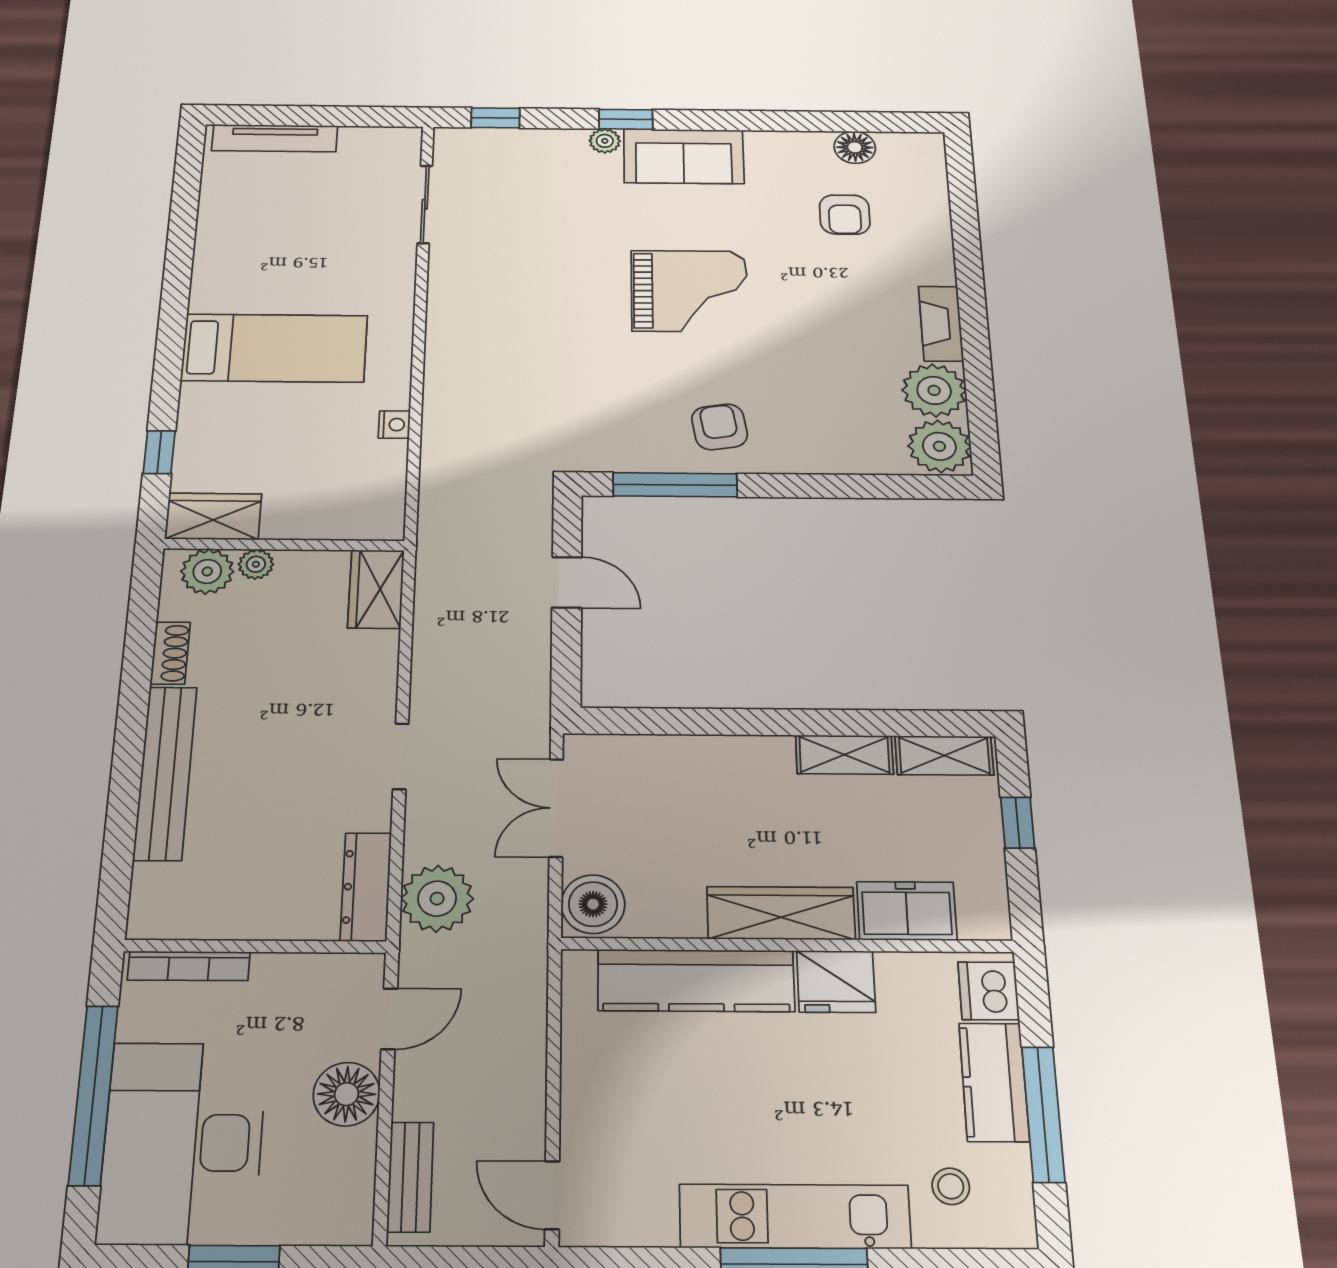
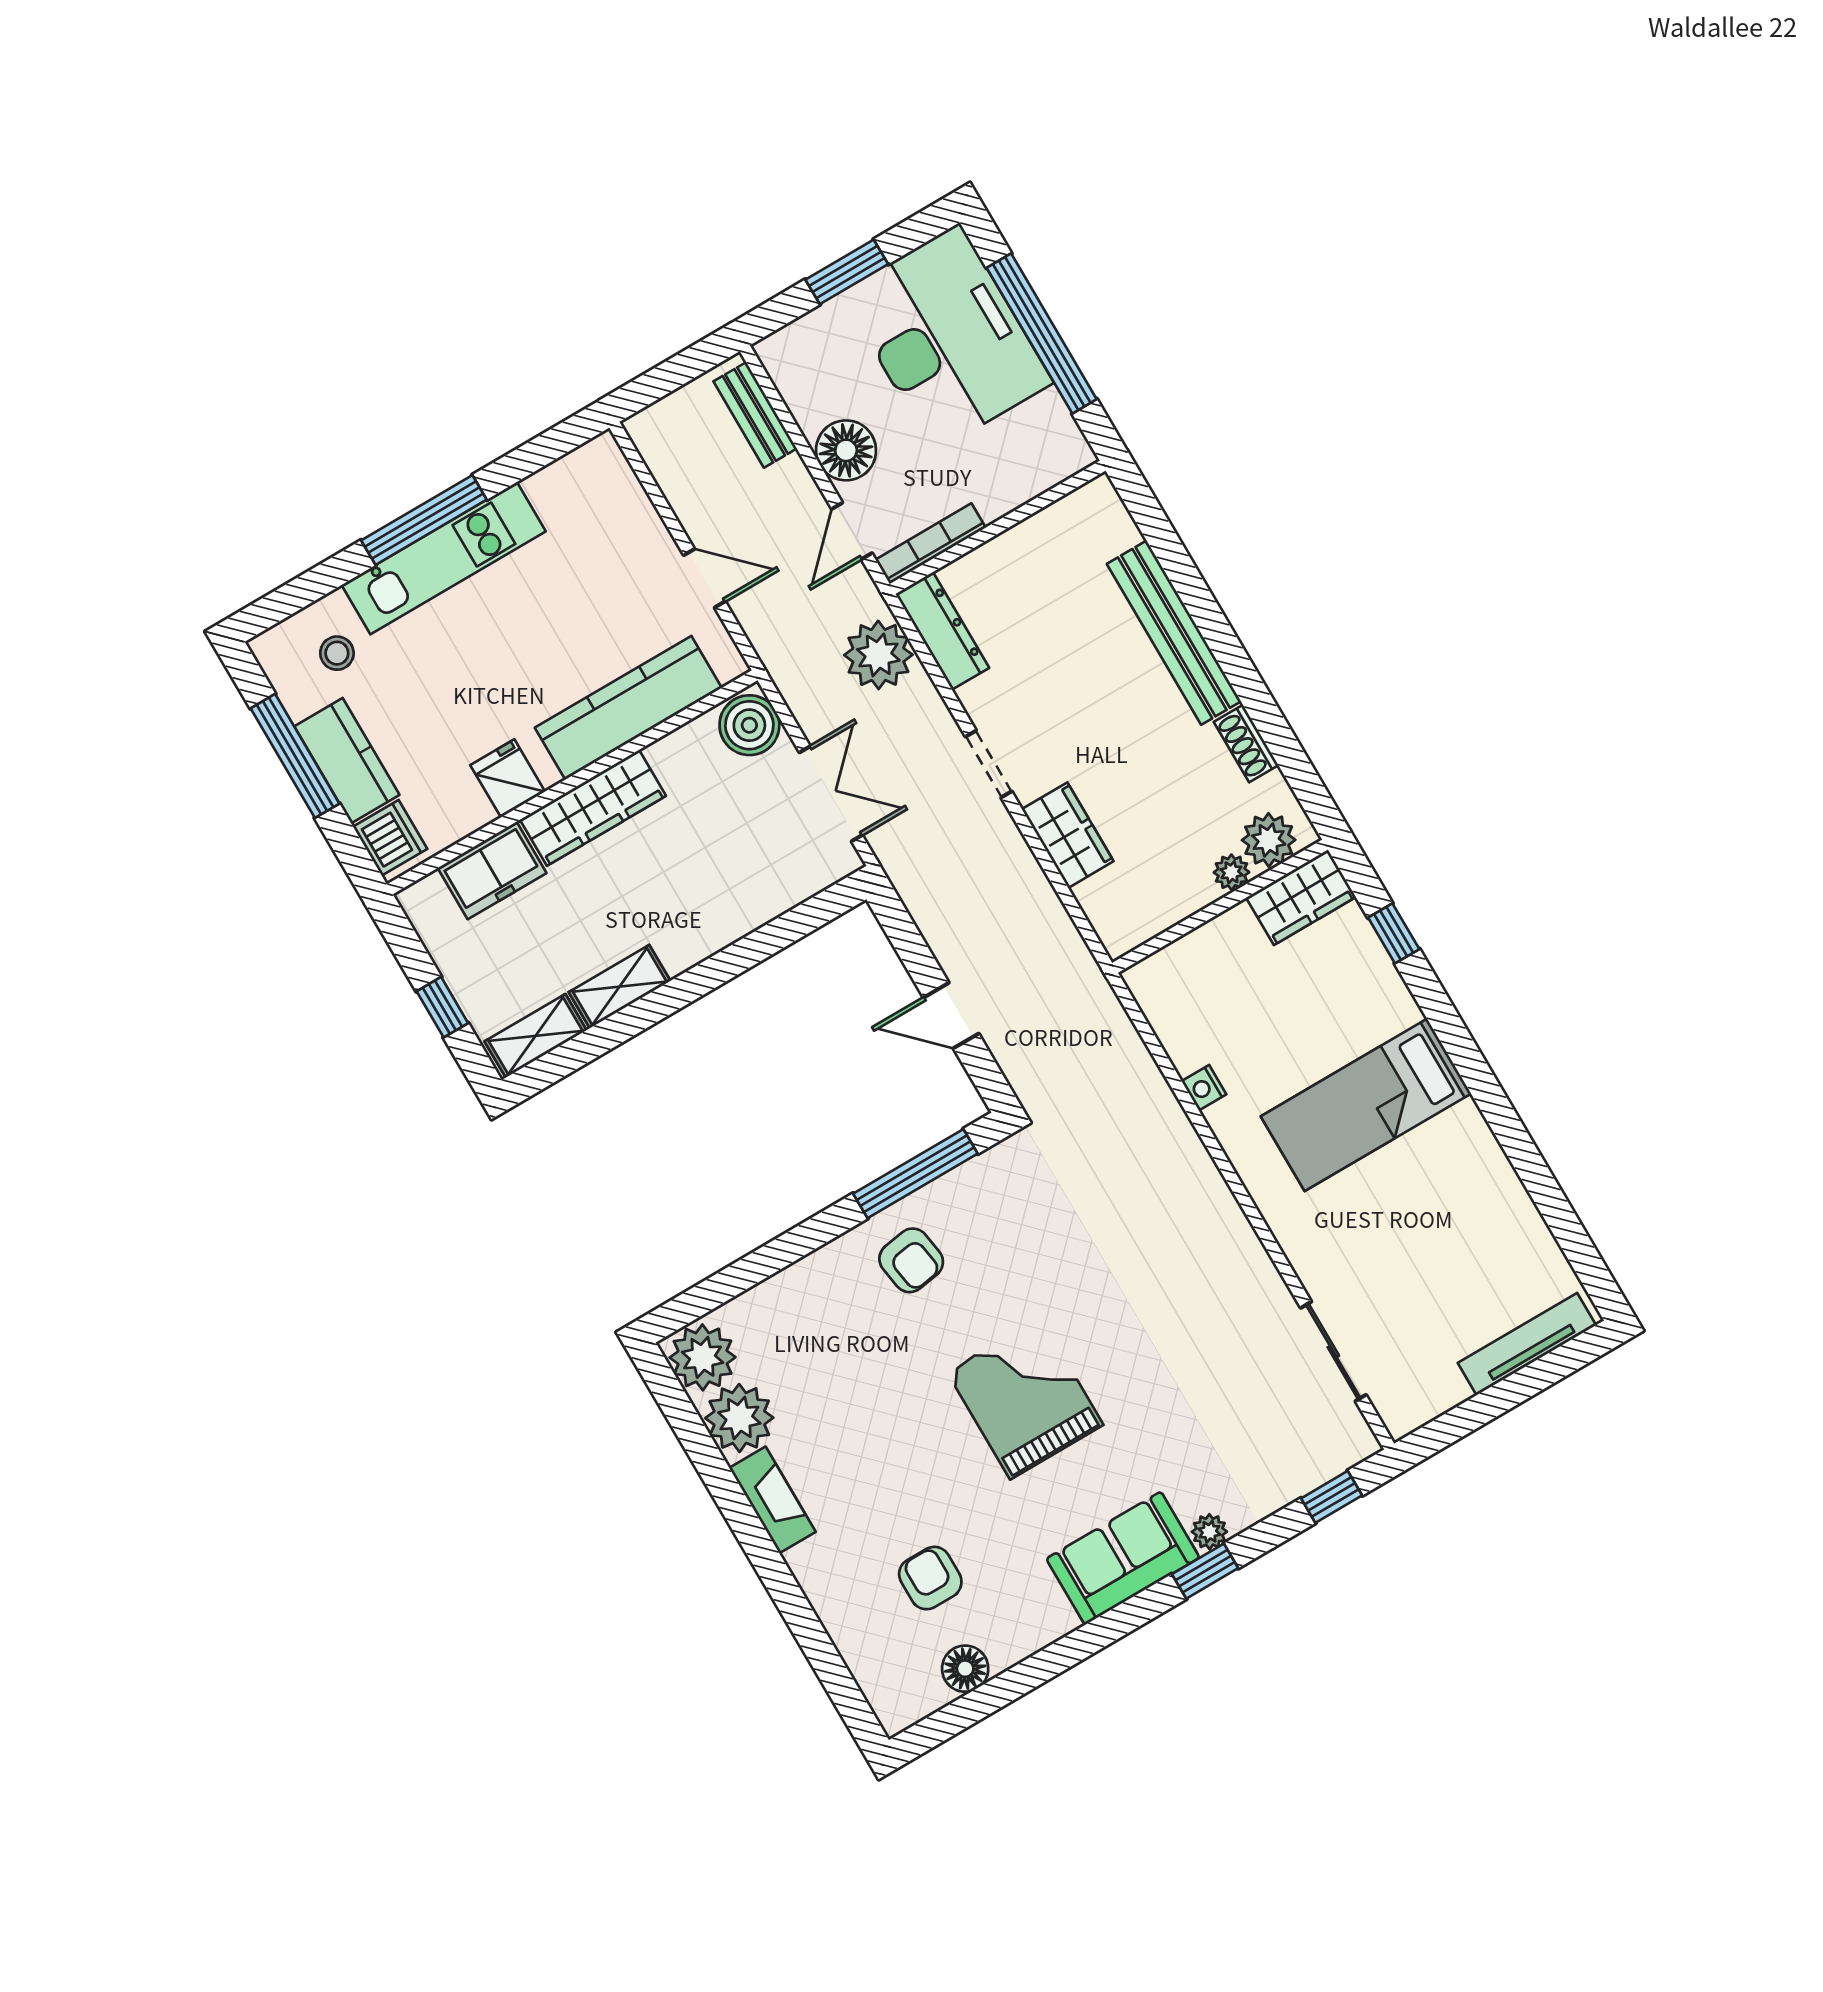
grand piano: (690, 291) -> (1025, 1398), turned 90
wardrobe: (376, 589) -> (1068, 835), moved
bookcase: (189, 966) -> (931, 544), moved
fridge: (836, 982) -> (508, 778), width x0.72
door: (552, 1195) -> (704, 578), moved

